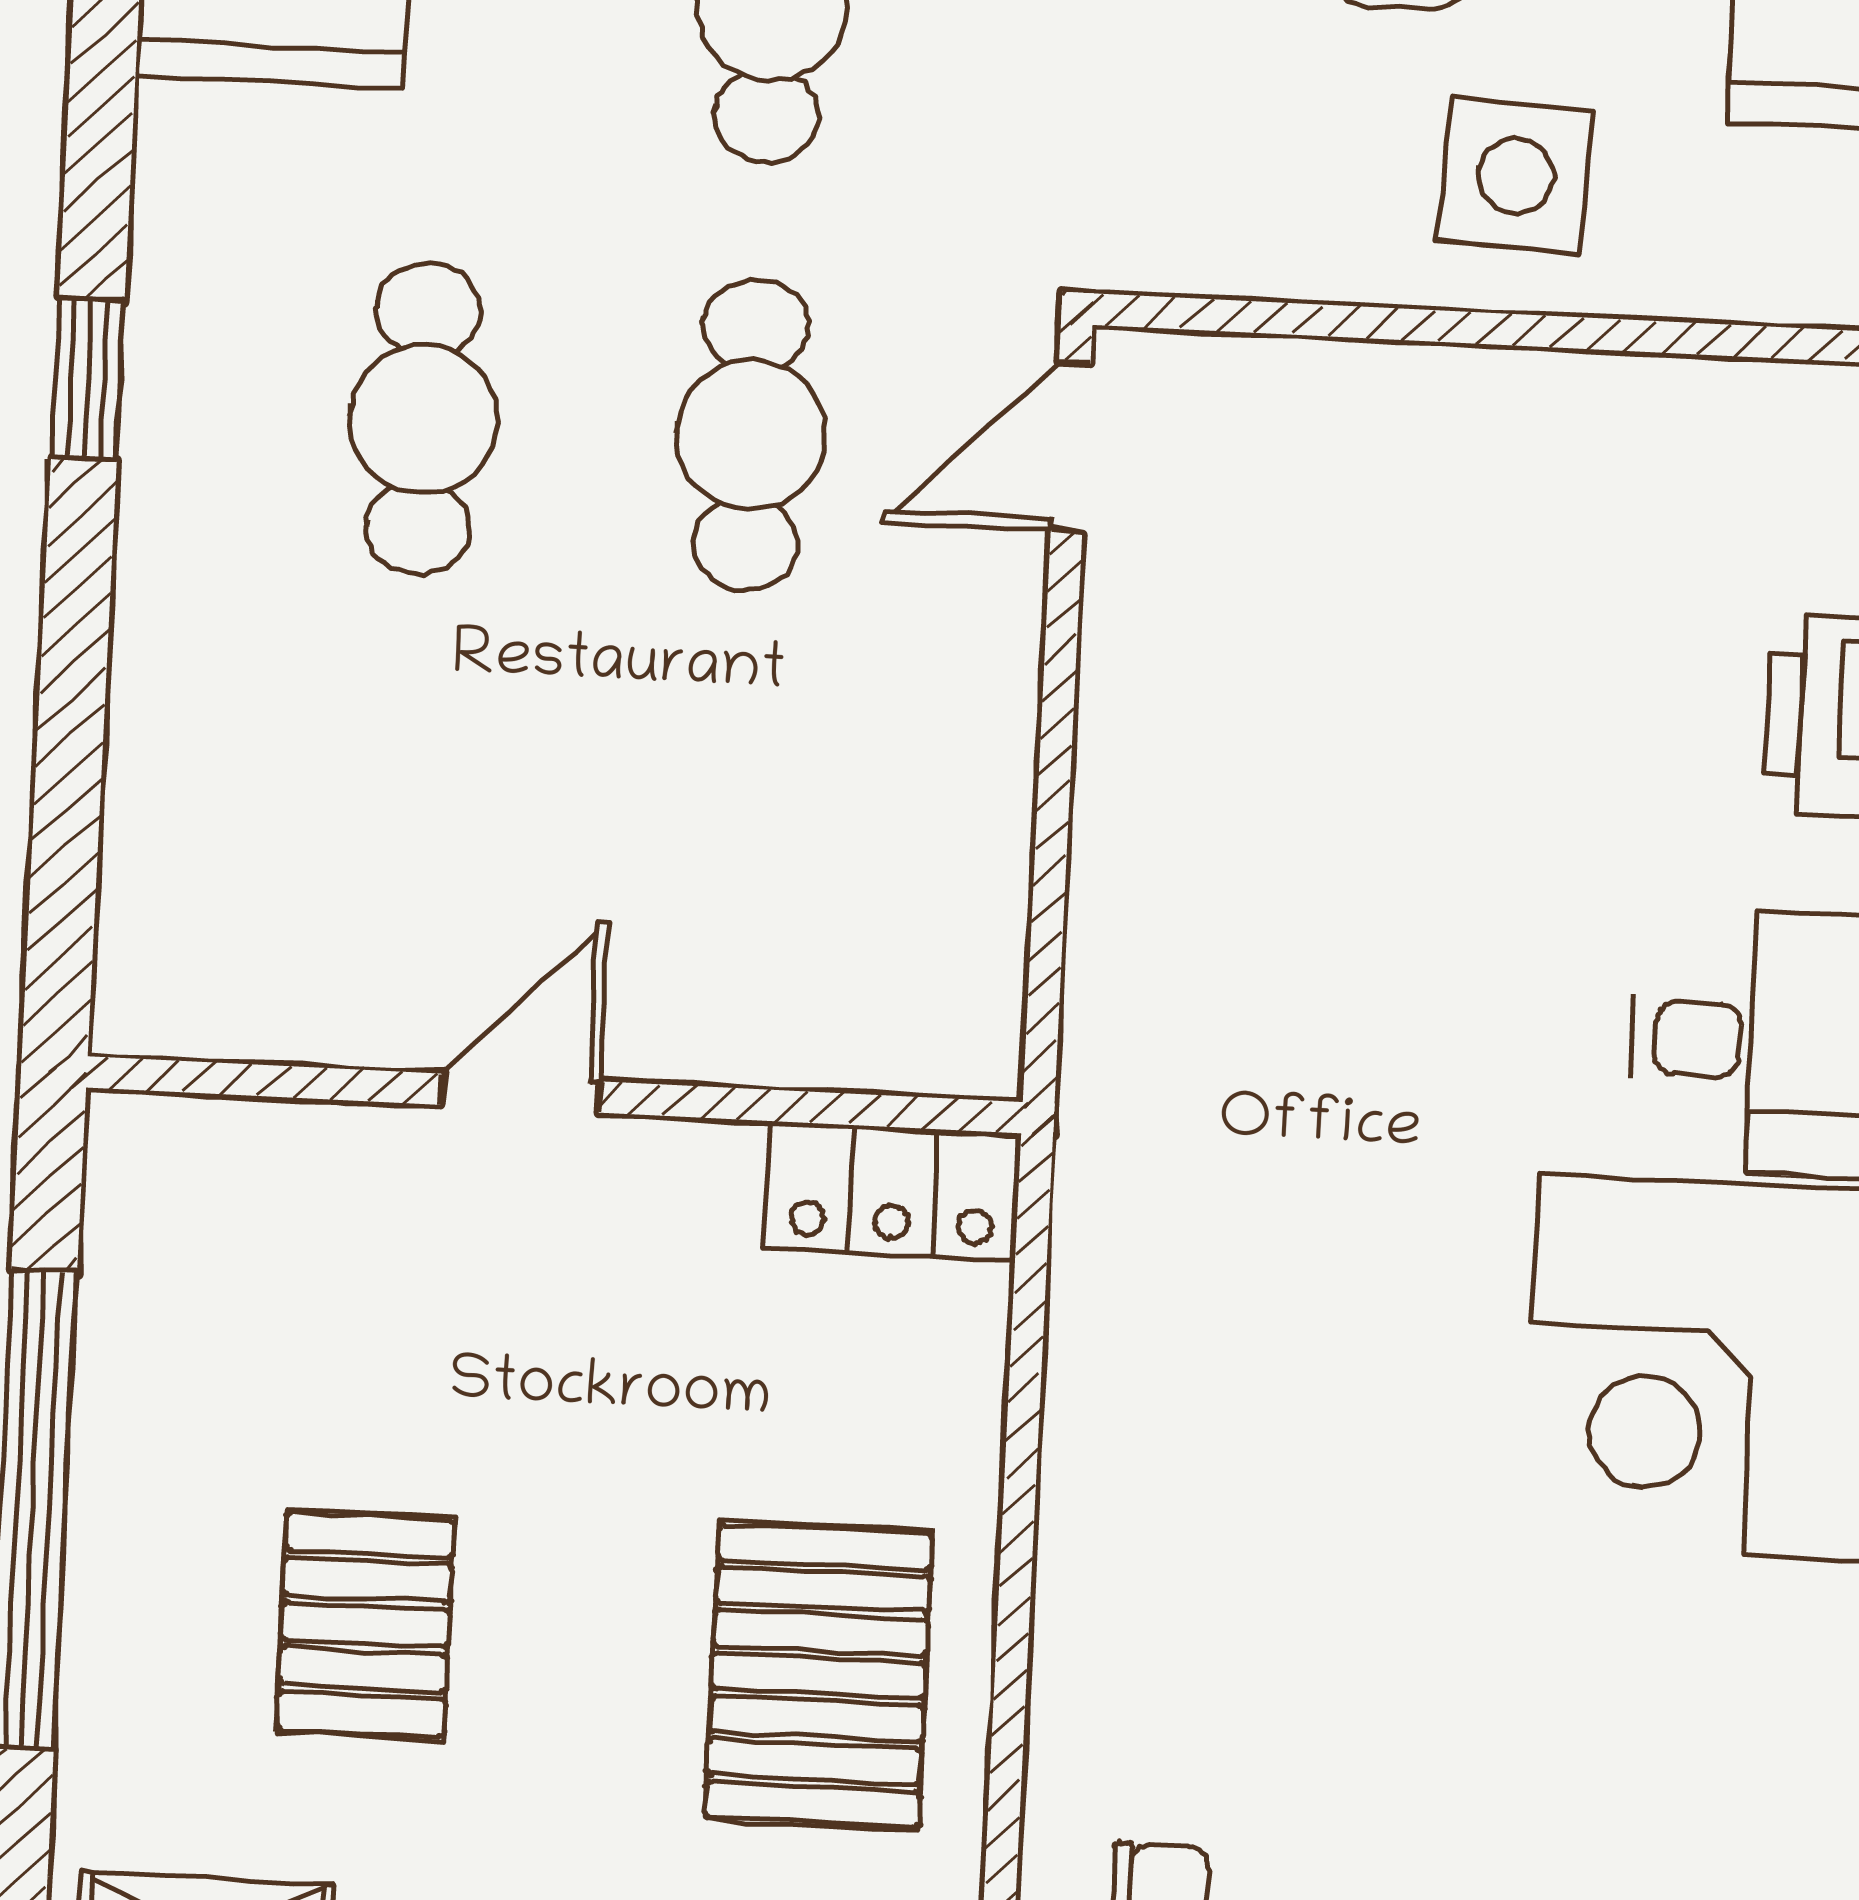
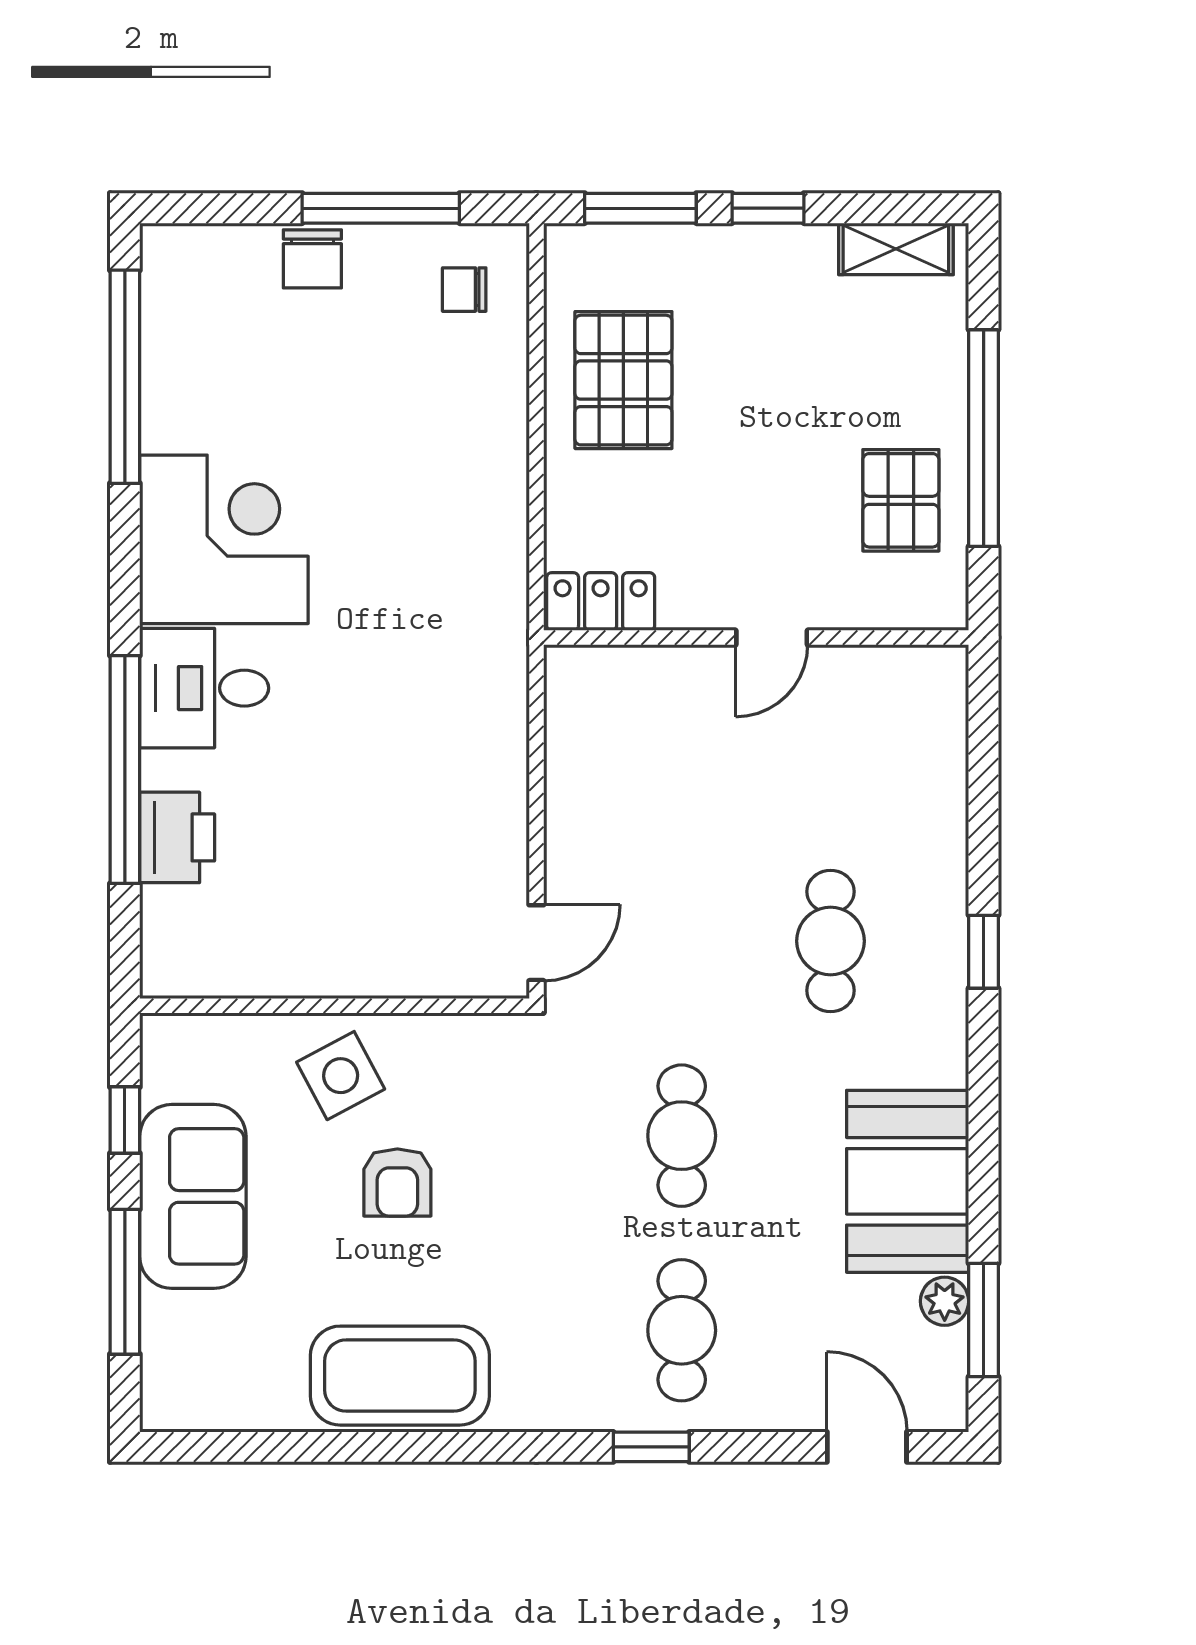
side table: (1516, 176) -> (341, 1076), turned -31
cafe table: (751, 435) -> (682, 941), removed
pallet: (365, 1625) -> (901, 500), moved

